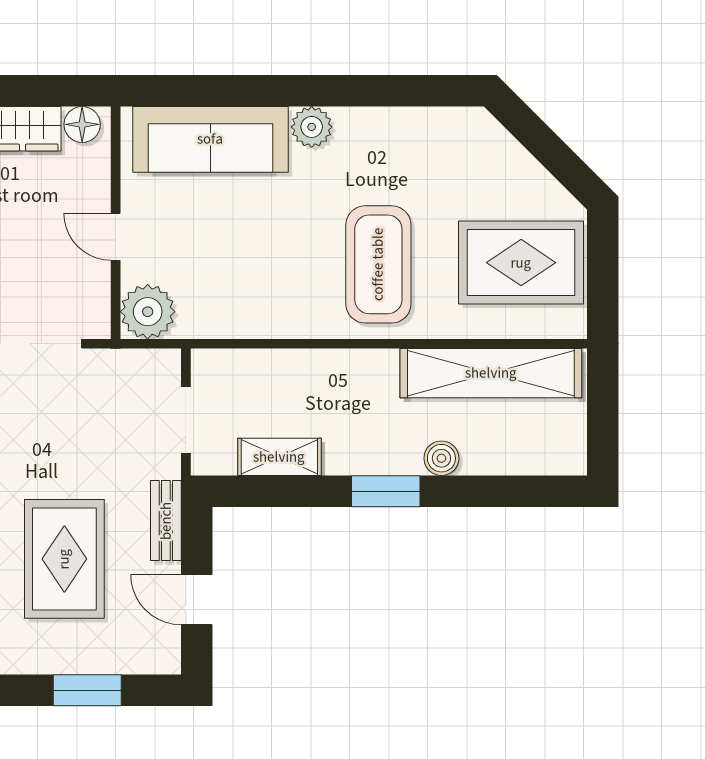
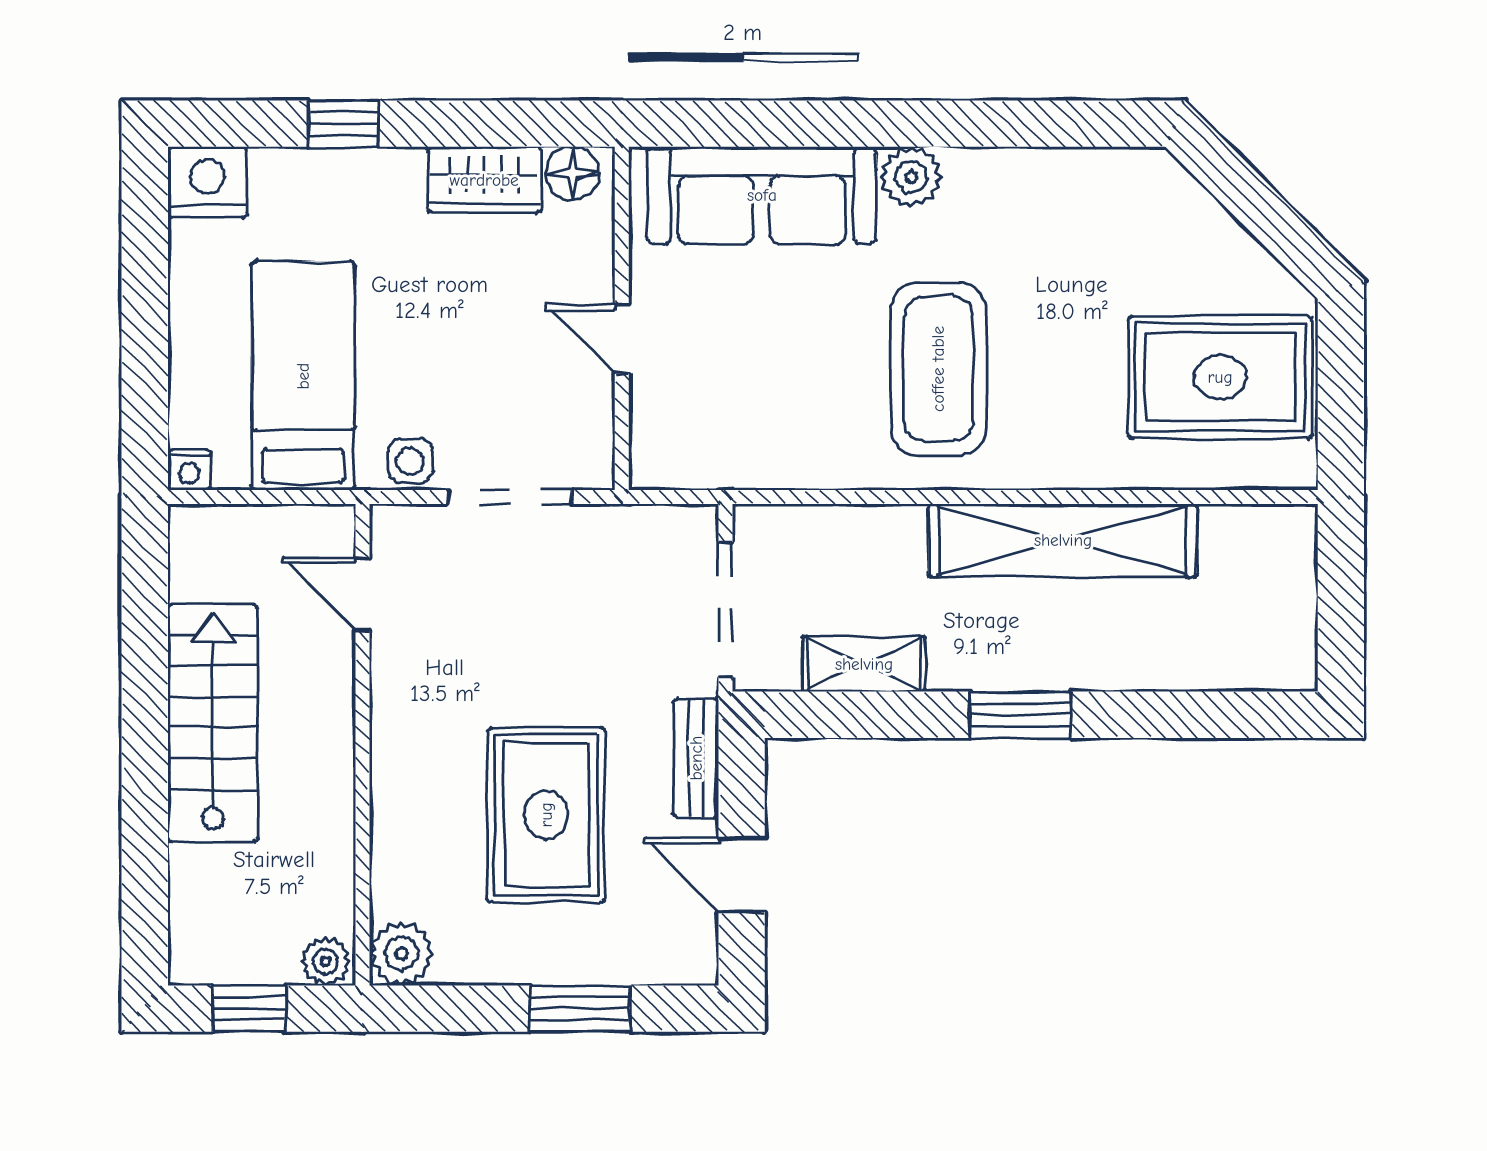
coffee table: (378, 264) -> (938, 369), moved
plant: (148, 312) -> (669, 450), removed
shelving: (491, 373) -> (1063, 540), moved
doorway: (186, 420) -> (725, 609), width x1.38
boiler: (441, 458) -> (1103, 666), removed

